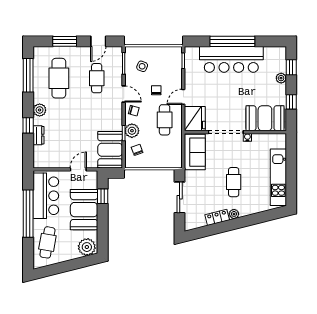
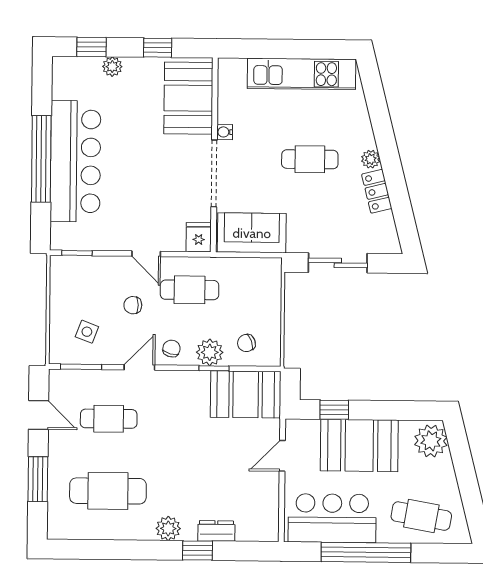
window: (28, 75) -> (102, 550), removed
fridge: (195, 119) -> (199, 237), width x0.53, depth x0.75
door: (78, 169) -> (282, 456), hinge flipped

